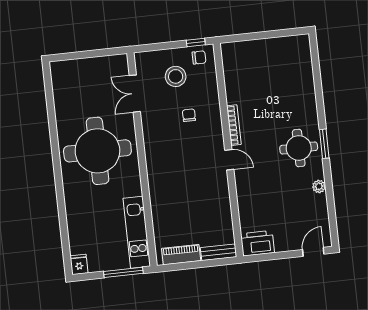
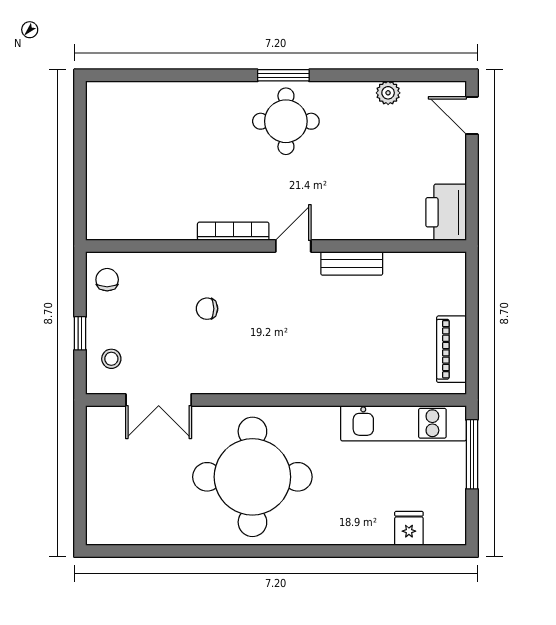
window: (196, 43) -> (80, 333), moved
stool: (176, 76) -> (111, 359), moved, width x0.53, depth x0.53
plant: (319, 186) -> (388, 93), moved
bench: (218, 252) -> (352, 263), moved, turned 90
fridge: (79, 264) -> (409, 528), moved, turned 90

